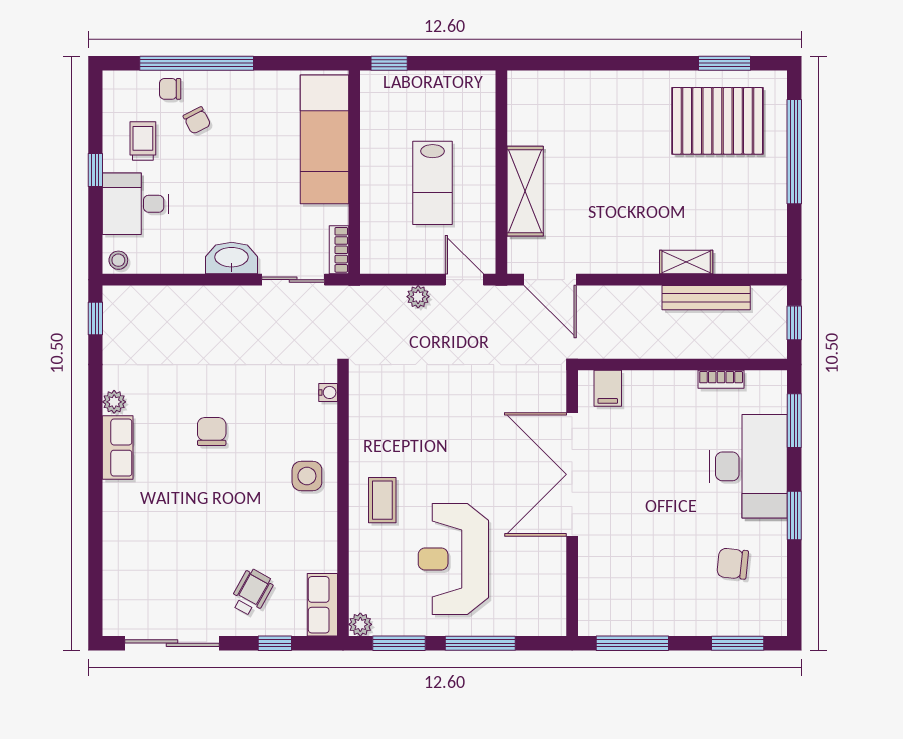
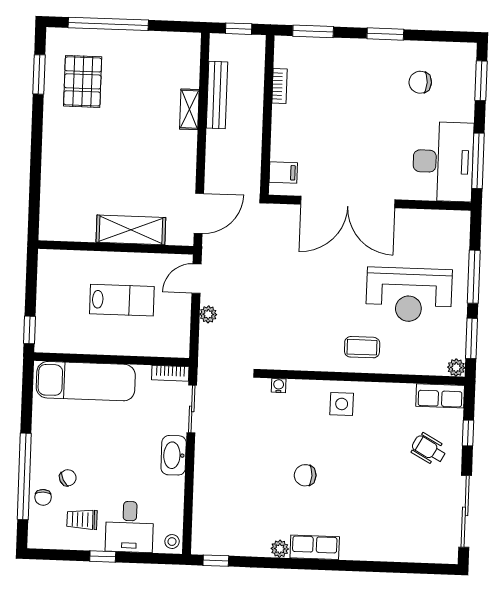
pallet: (717, 121) -> (83, 81), width x0.73, depth x0.71
desk: (748, 466) -> (443, 162), moved, turned 90
chair: (733, 564) -> (420, 82), turned 84

